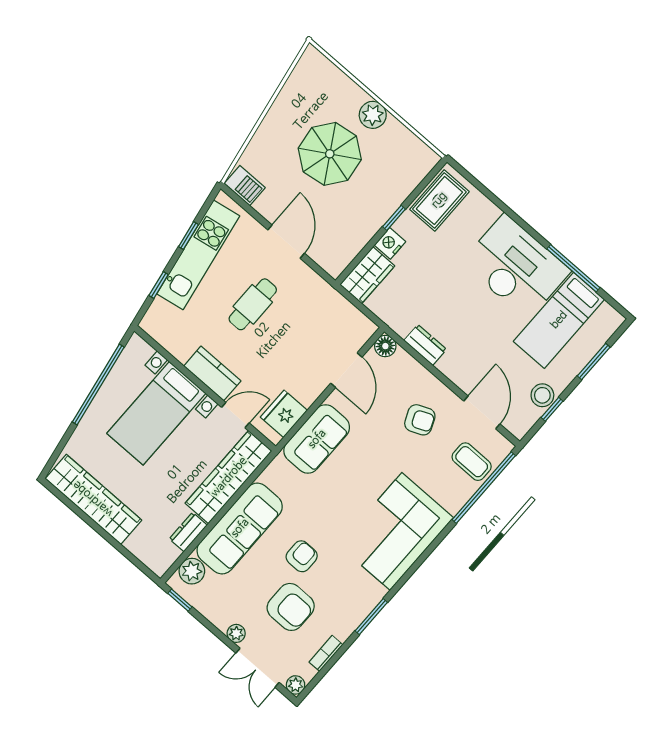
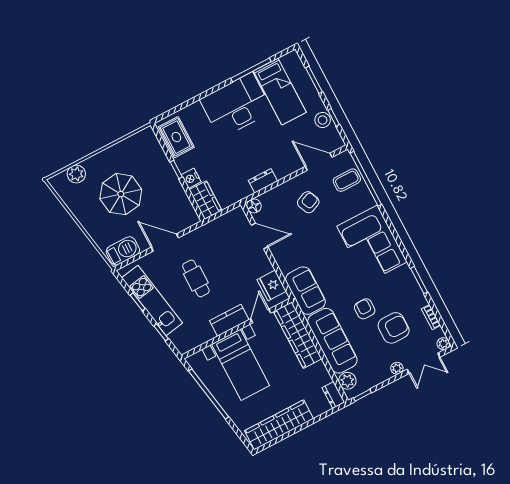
plant: (373, 115) -> (76, 174), moved
barbecue: (245, 186) -> (123, 251), width x1.38, depth x1.27
sofa: (317, 439) -> (305, 291), moved
dresser: (188, 532) -> (333, 395), moved

